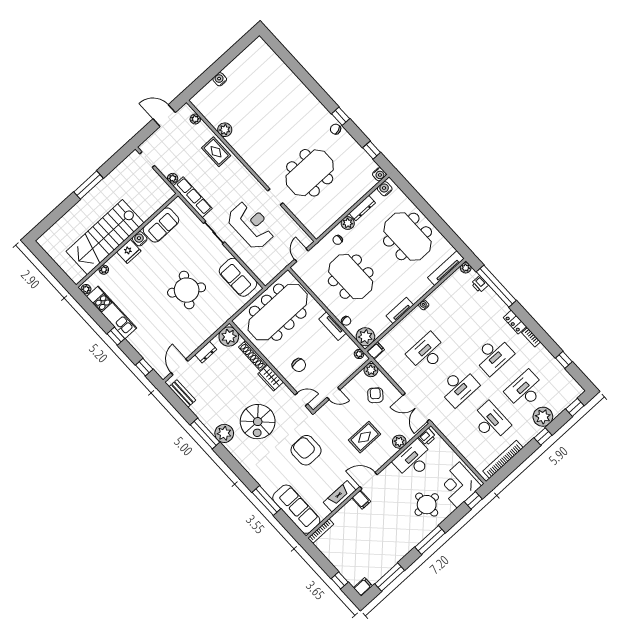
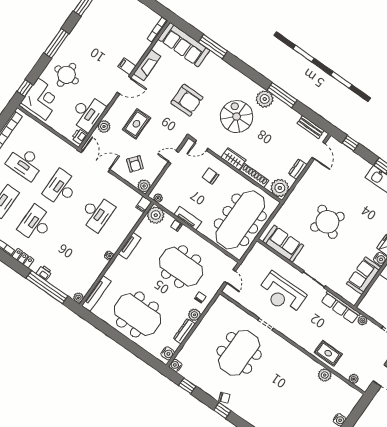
printer: (480, 284) -> (44, 273), moved

